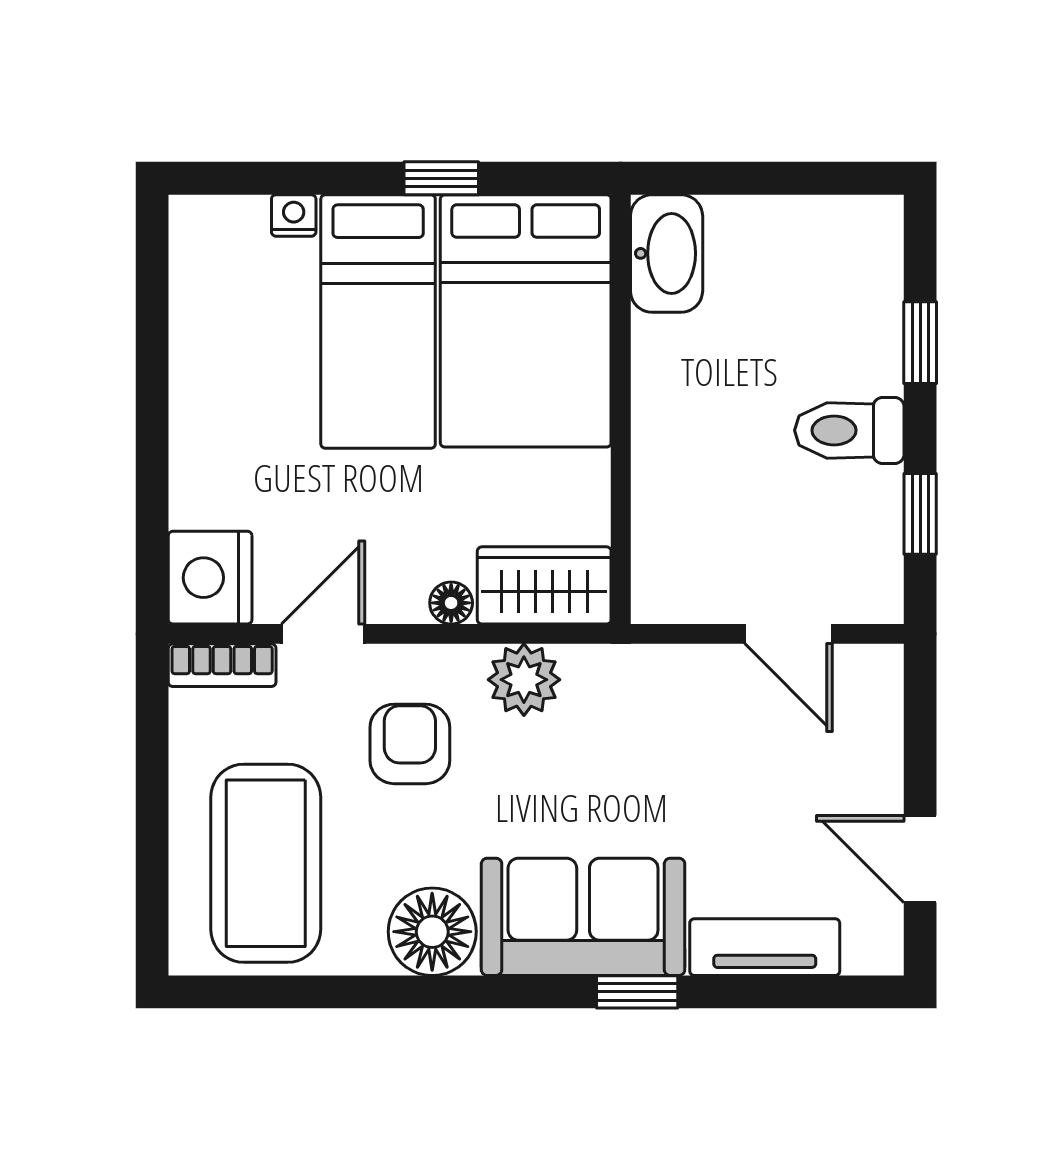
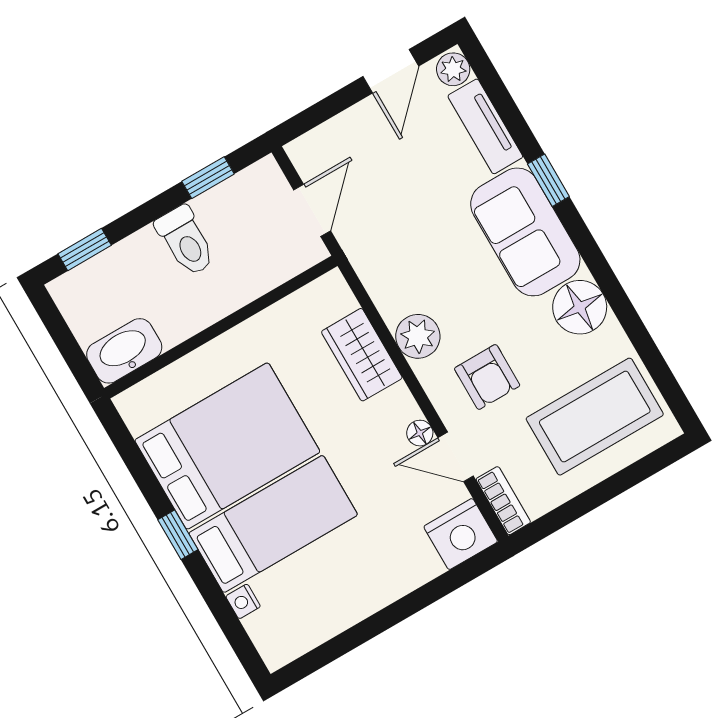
washbasin: (667, 253) -> (124, 351), moved
window: (920, 343) -> (85, 250), moved
wall: (621, 409) -> (221, 327), moved
floor lamp: (451, 603) -> (420, 433), moved
armchair: (410, 744) -> (487, 377), turned -90
plant: (872, 949) -> (453, 69), added

